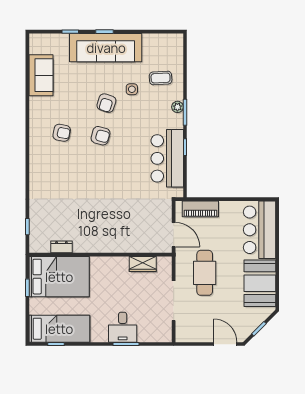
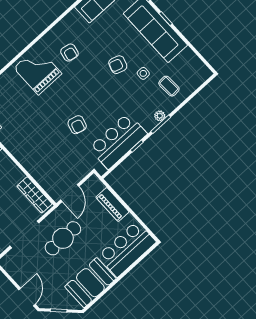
armchair: (101, 136) -> (77, 125), moved
grand piano: (53, 171) -> (38, 71), added
piano: (200, 209) -> (112, 204), moved
wardrobe: (143, 264) -> (34, 195), width x1.50

